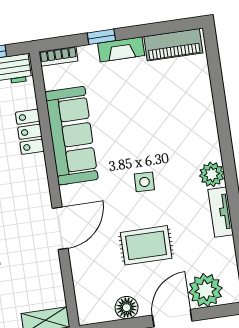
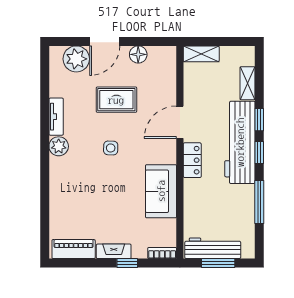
locker: (30, 132) -> (192, 160), moved
sofa: (72, 136) -> (161, 191), width x0.73

